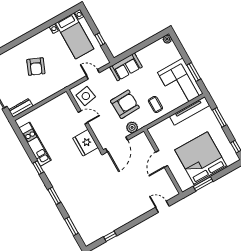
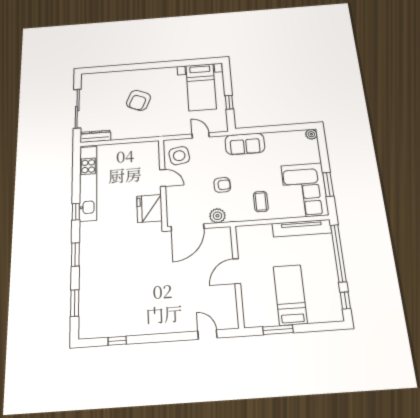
armchair: (125, 104) -> (222, 185), width x0.53, depth x0.53
window: (219, 117) -> (338, 253), width x2.11
kitchen unit: (35, 144) -> (88, 183), width x1.36
bed: (201, 159) -> (290, 295), width x0.49

